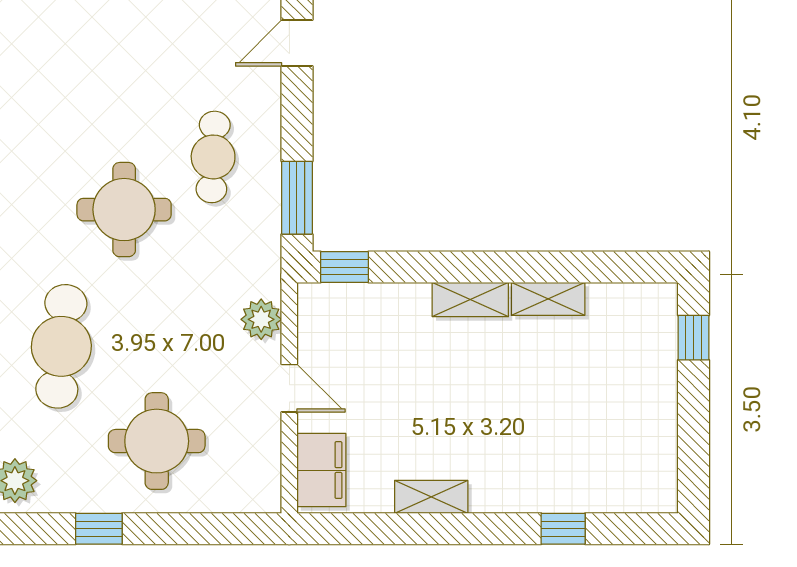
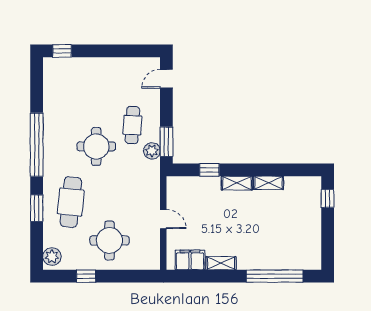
window: (344, 267) -> (209, 170), moved
plant: (261, 319) -> (152, 151), moved
filing cabinet: (321, 470) -> (190, 260), moved, turned -90
window: (563, 529) -> (275, 276), width x3.17

